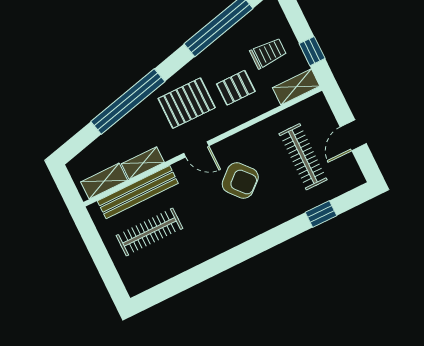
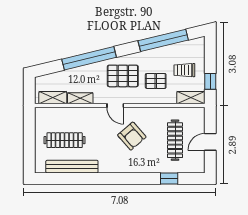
trolley: (268, 53) -> (184, 70), turned 180
bench: (138, 192) -> (72, 167), moved

